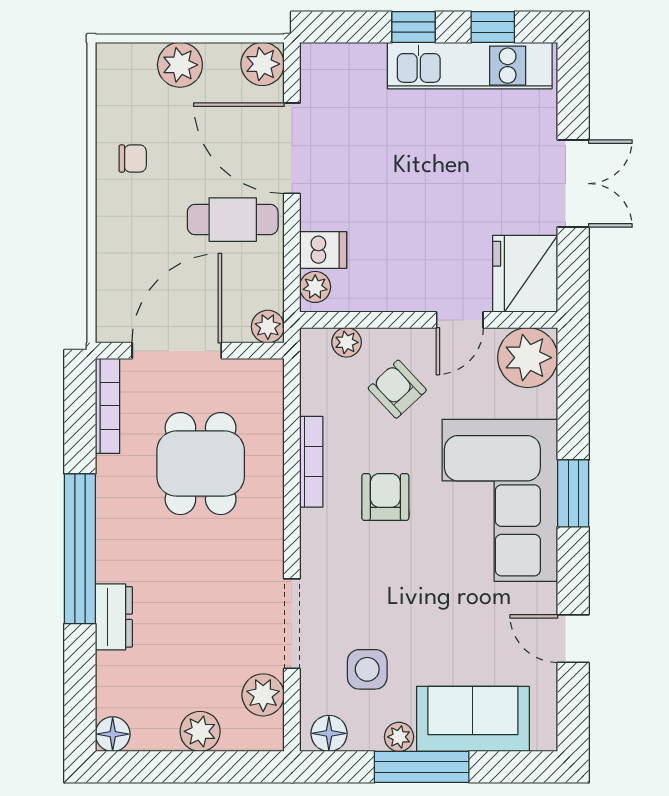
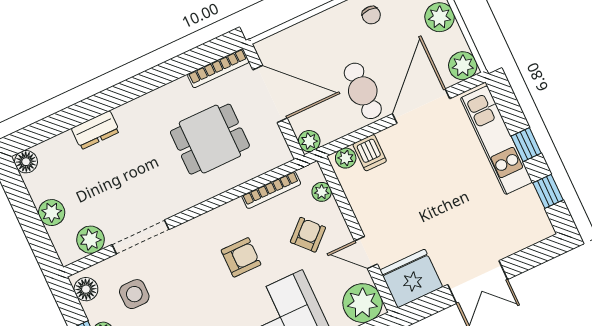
kitchen unit: (470, 66) -> (496, 140), moved
bookcase: (311, 462) -> (271, 190), moved
window: (80, 549) -> (126, 91), removed

